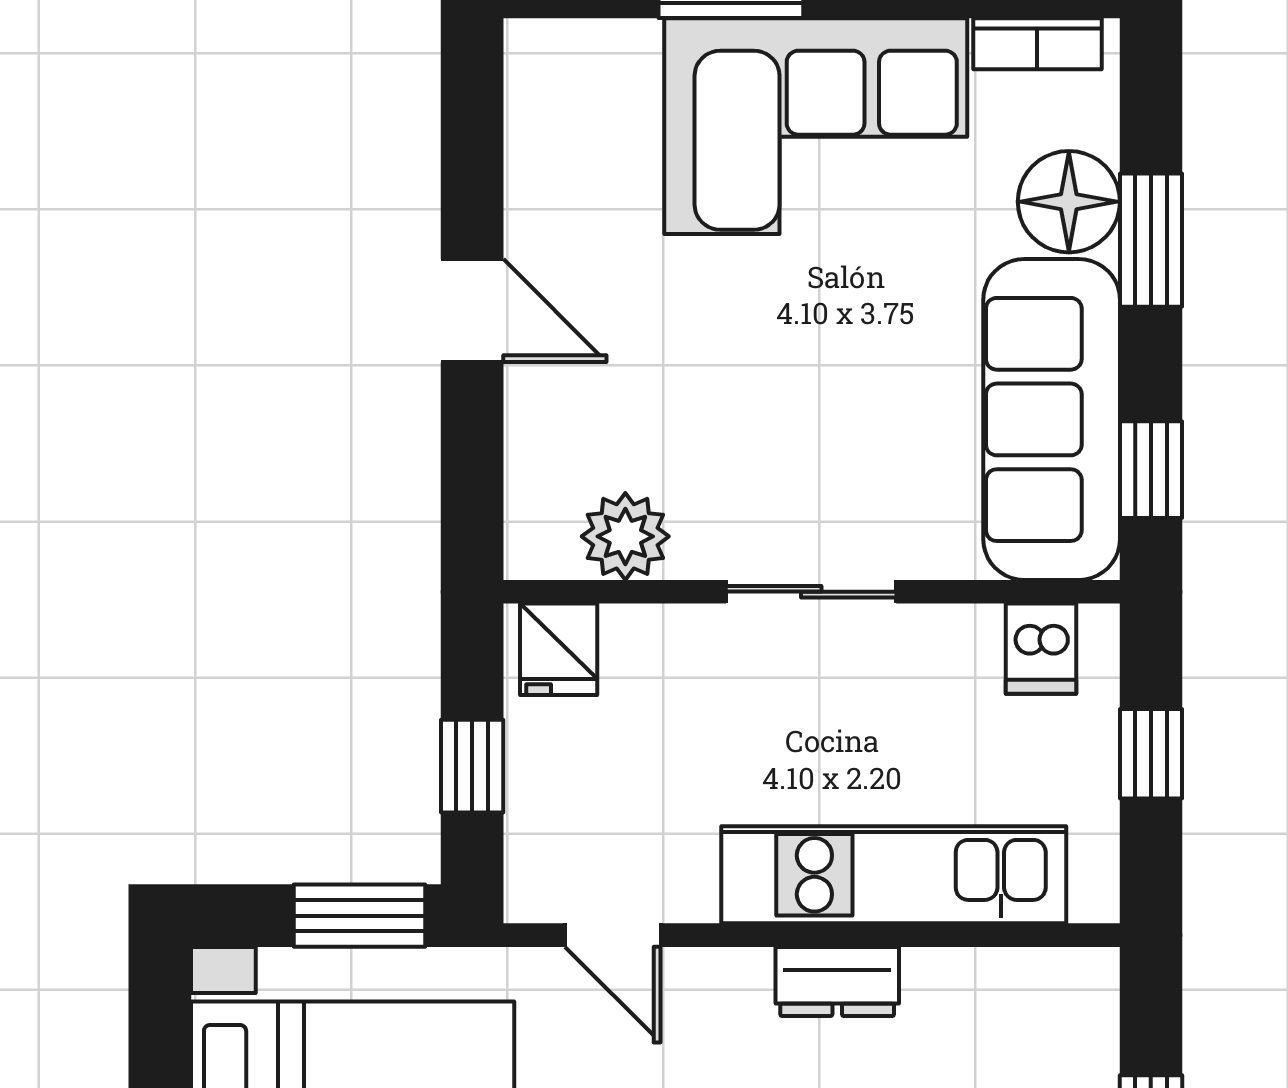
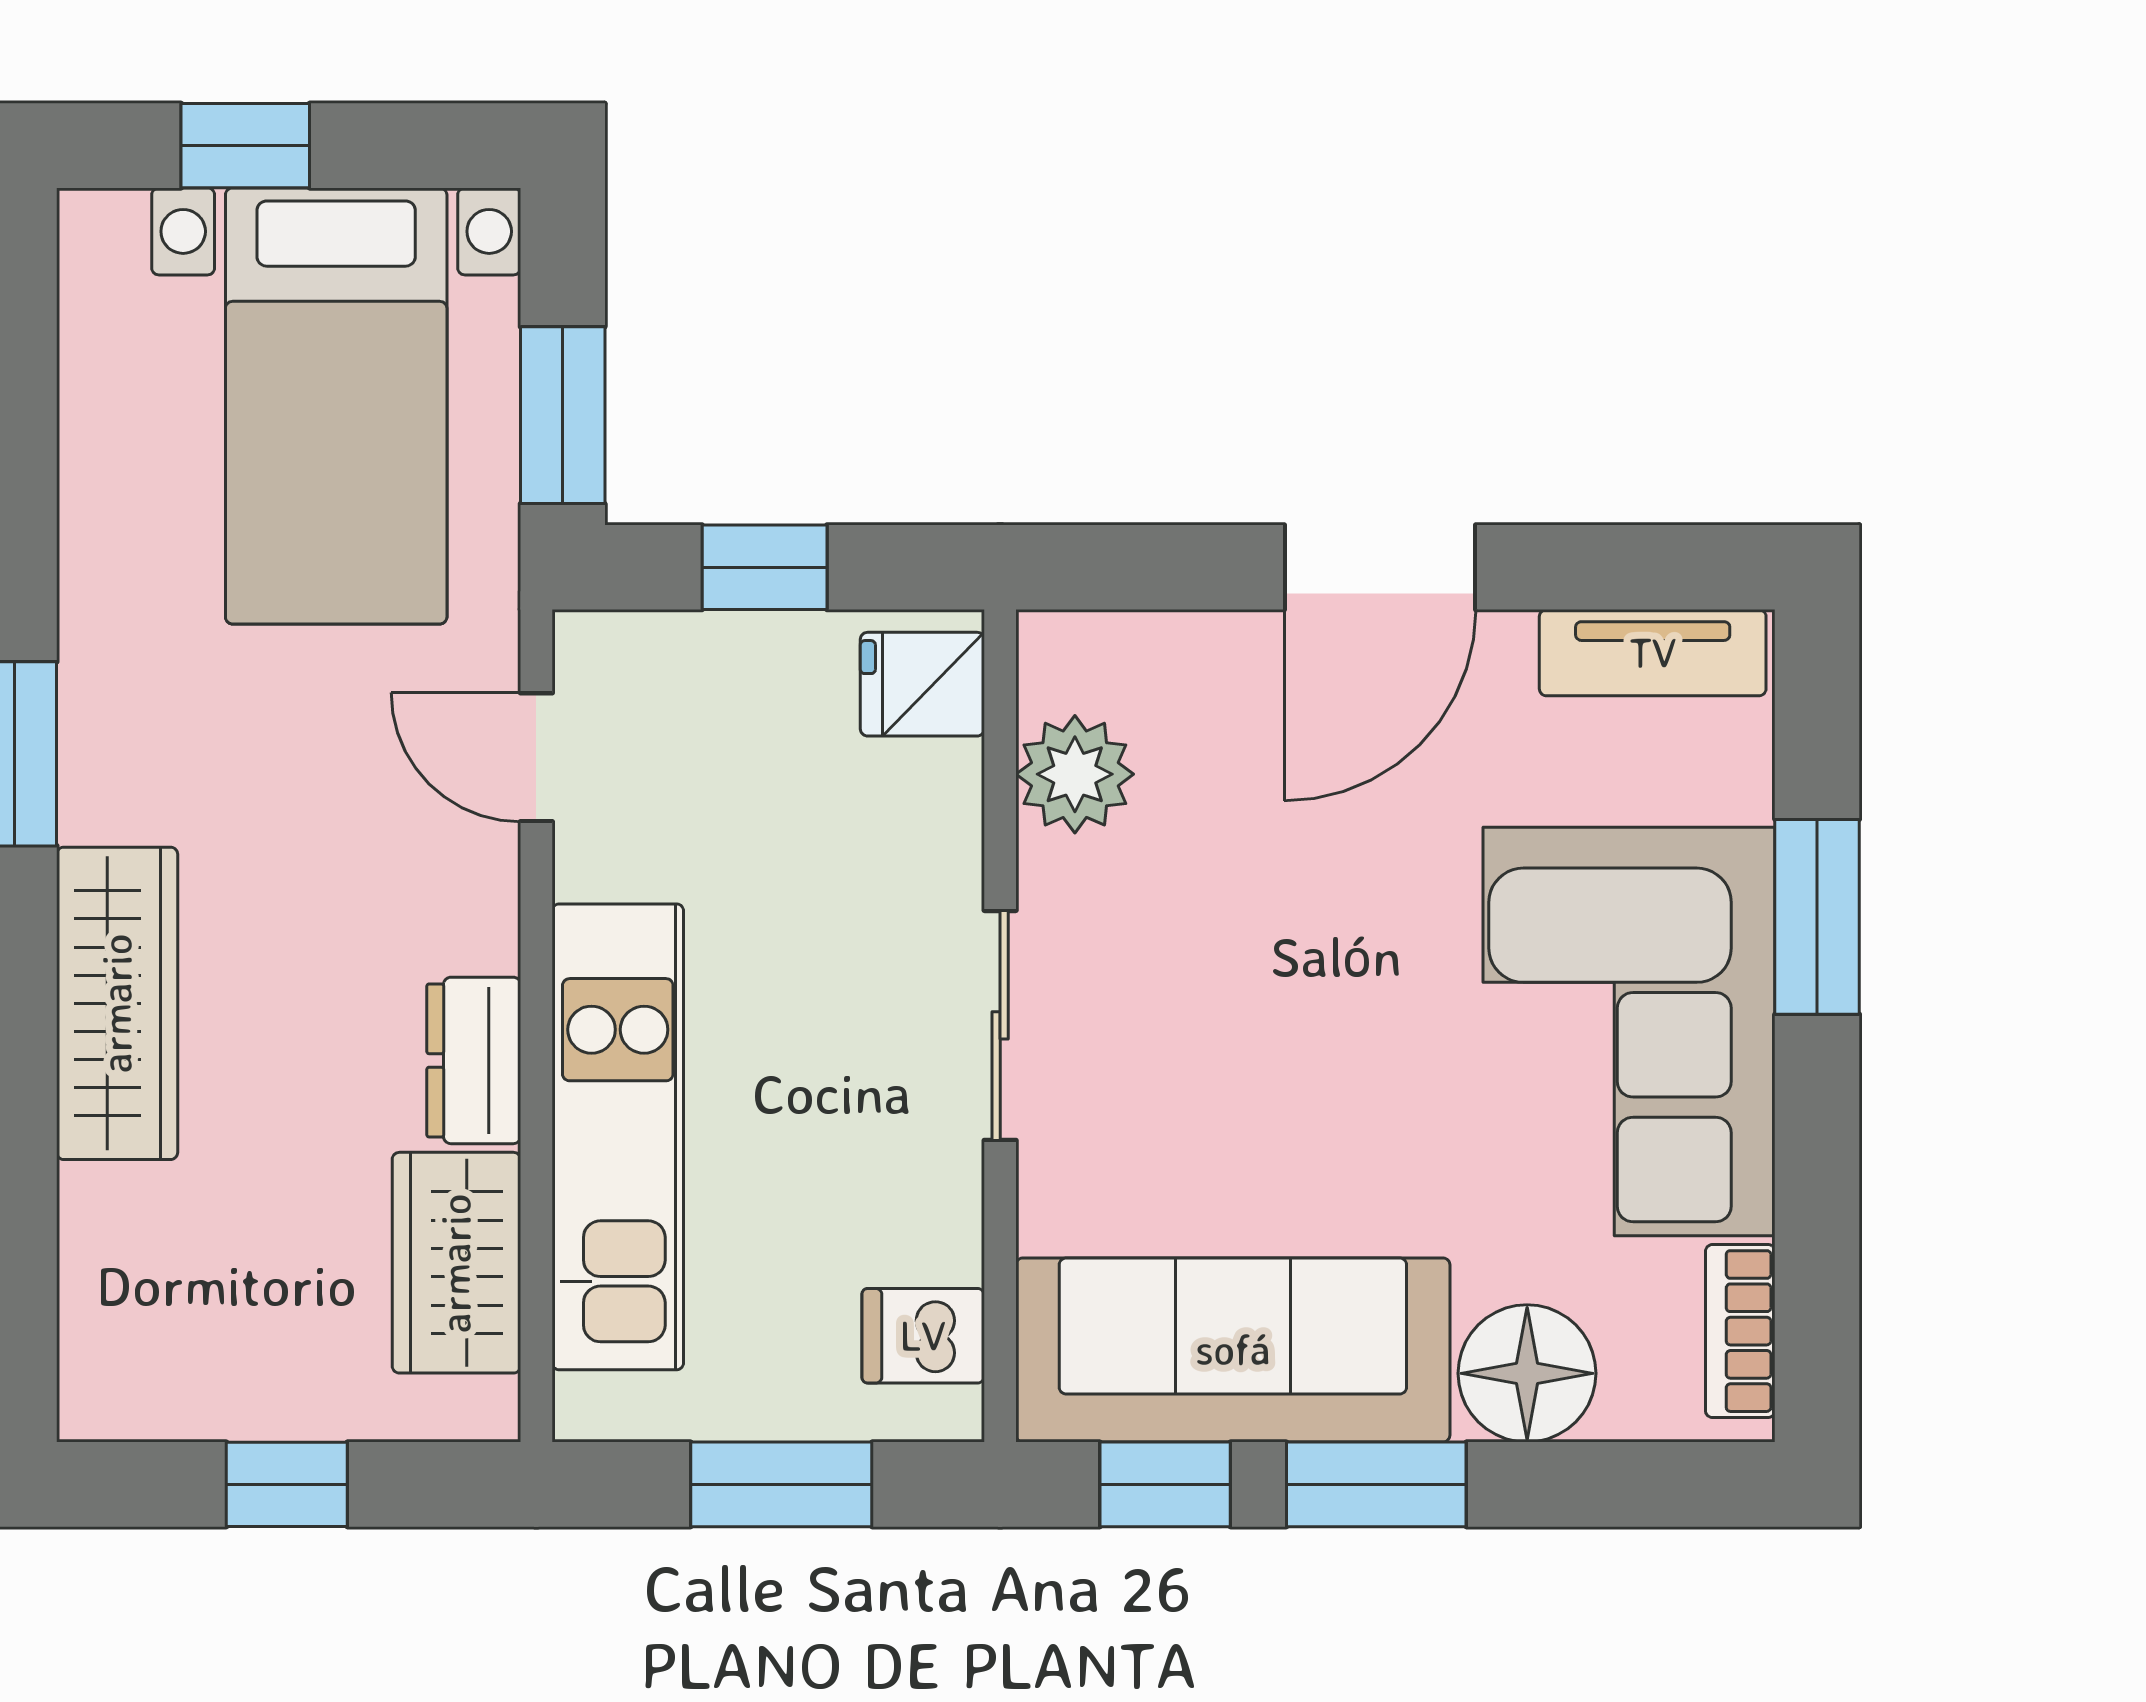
tv unit: (535, 109) -> (1653, 653), added
window: (1151, 240) -> (1376, 1484), moved
door: (472, 311) -> (1380, 567), width x1.38
window: (1151, 754) -> (781, 1484), width x1.50
door: (613, 935) -> (536, 757), hinge flipped
wardrobe: (987, 994) -> (456, 1263), added

